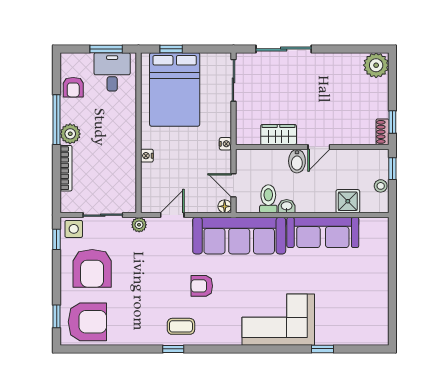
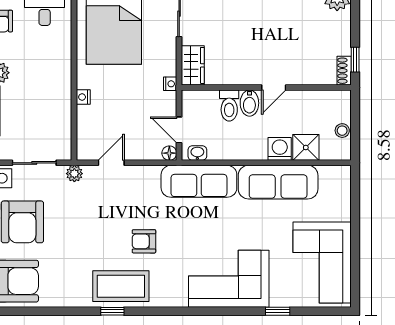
wardrobe: (279, 135) -> (193, 65), moved, turned 90
window: (392, 169) -> (355, 111), removed
toilet: (268, 199) -> (229, 106), moved, turned 180
washing machine: (324, 203) -> (280, 149), added
washbasin: (287, 206) -> (197, 153), moved
sofa: (239, 236) -> (199, 181), width x0.74, depth x0.79
corner sofa: (363, 305) -> (322, 262), added
coffee table: (181, 326) -> (121, 286), width x1.86, depth x1.72

